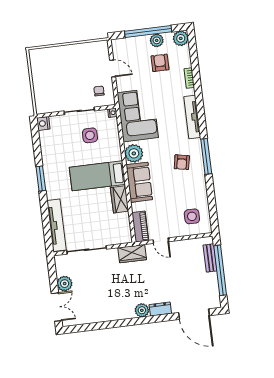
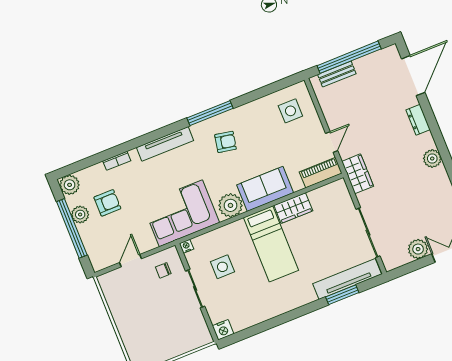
armchair: (160, 63) -> (107, 203), turned 180
window: (41, 178) -> (342, 295), moved
plant: (142, 310) -> (432, 159), moved

